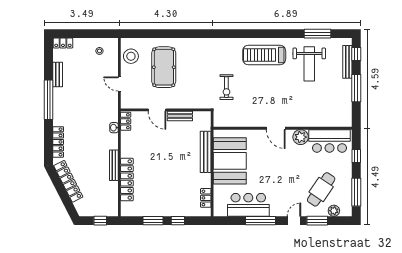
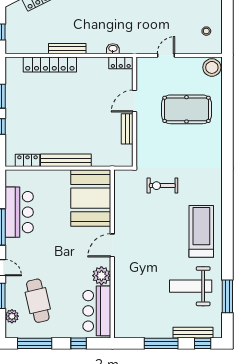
stool: (131, 56) -> (212, 67), moved
bench: (206, 152) -> (66, 160), moved
booth: (230, 161) -> (91, 198), moved, turned 90
cafe table: (321, 189) -> (38, 301), turned 43

